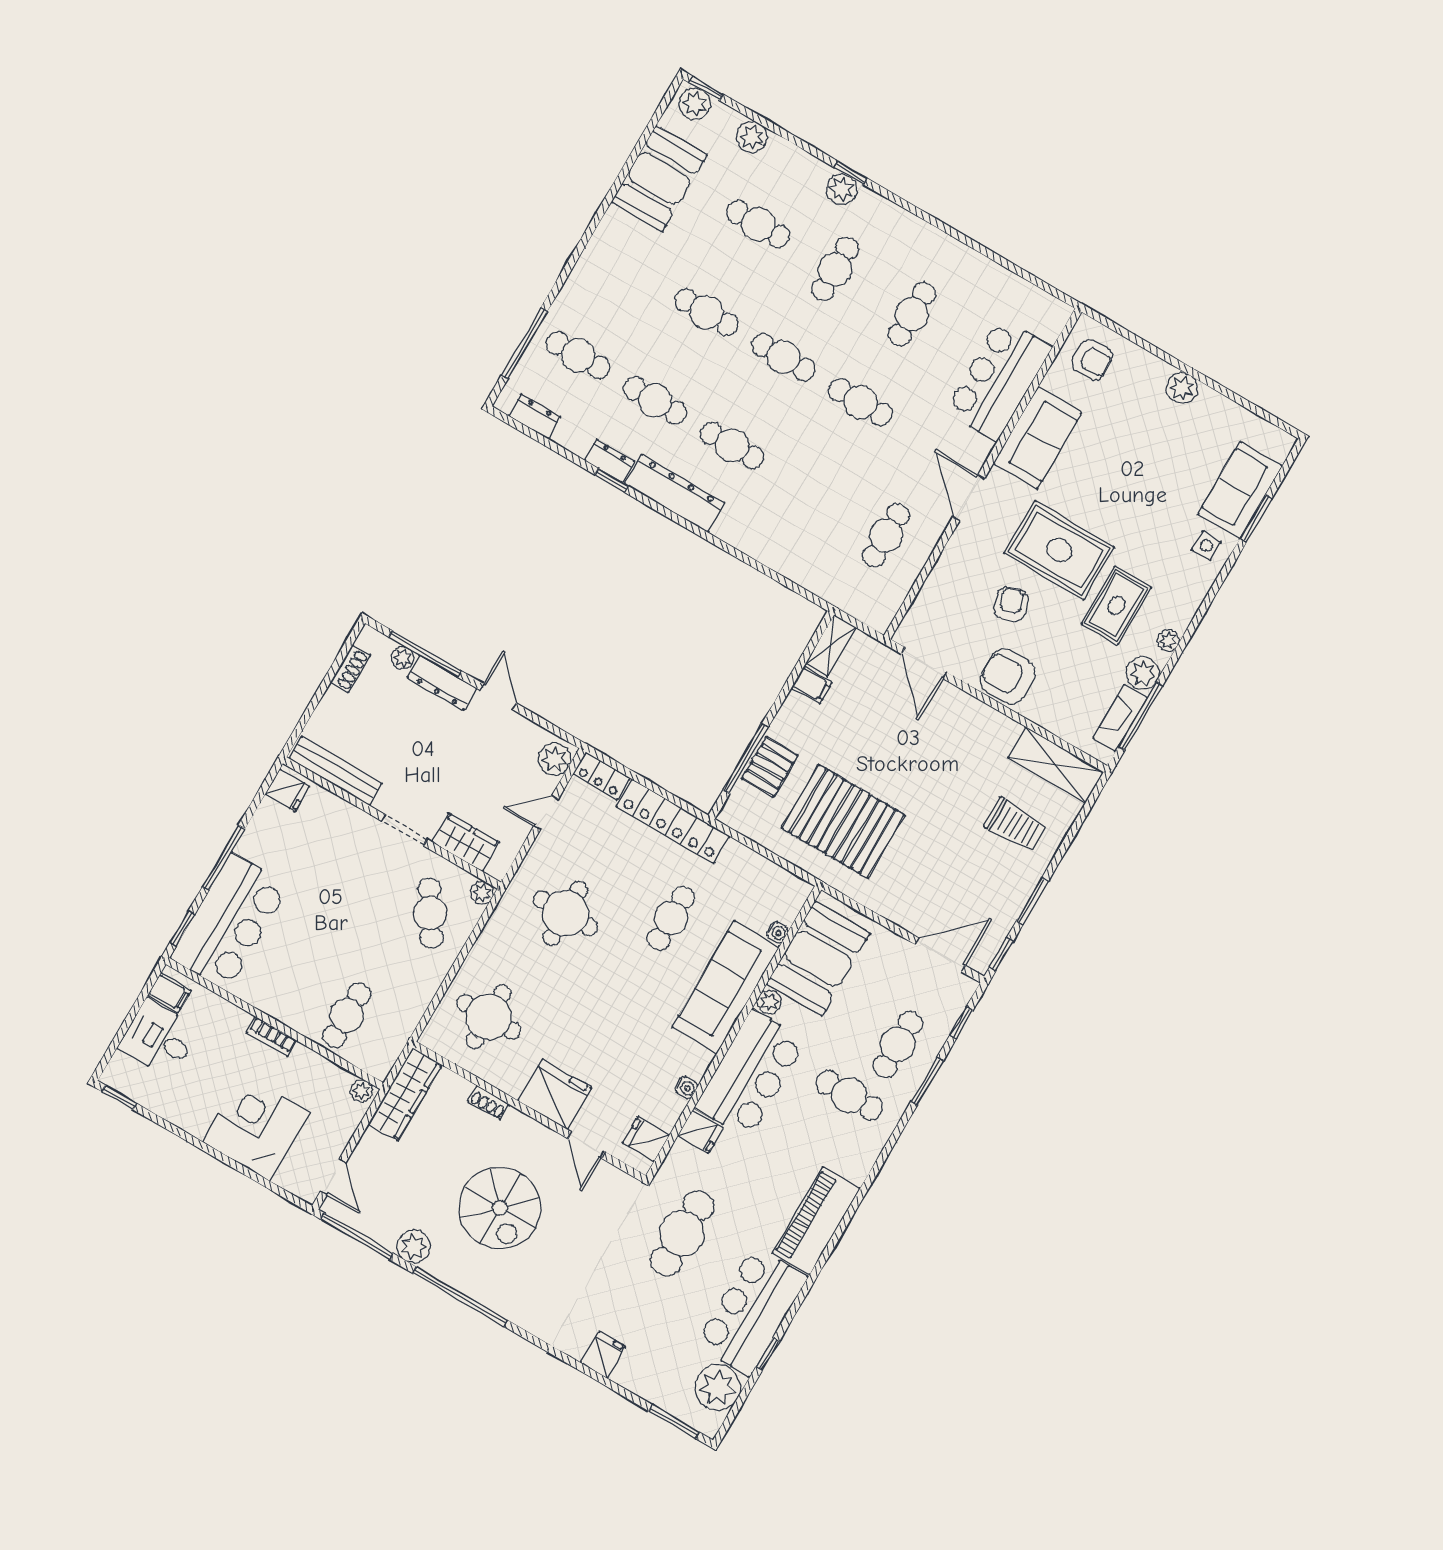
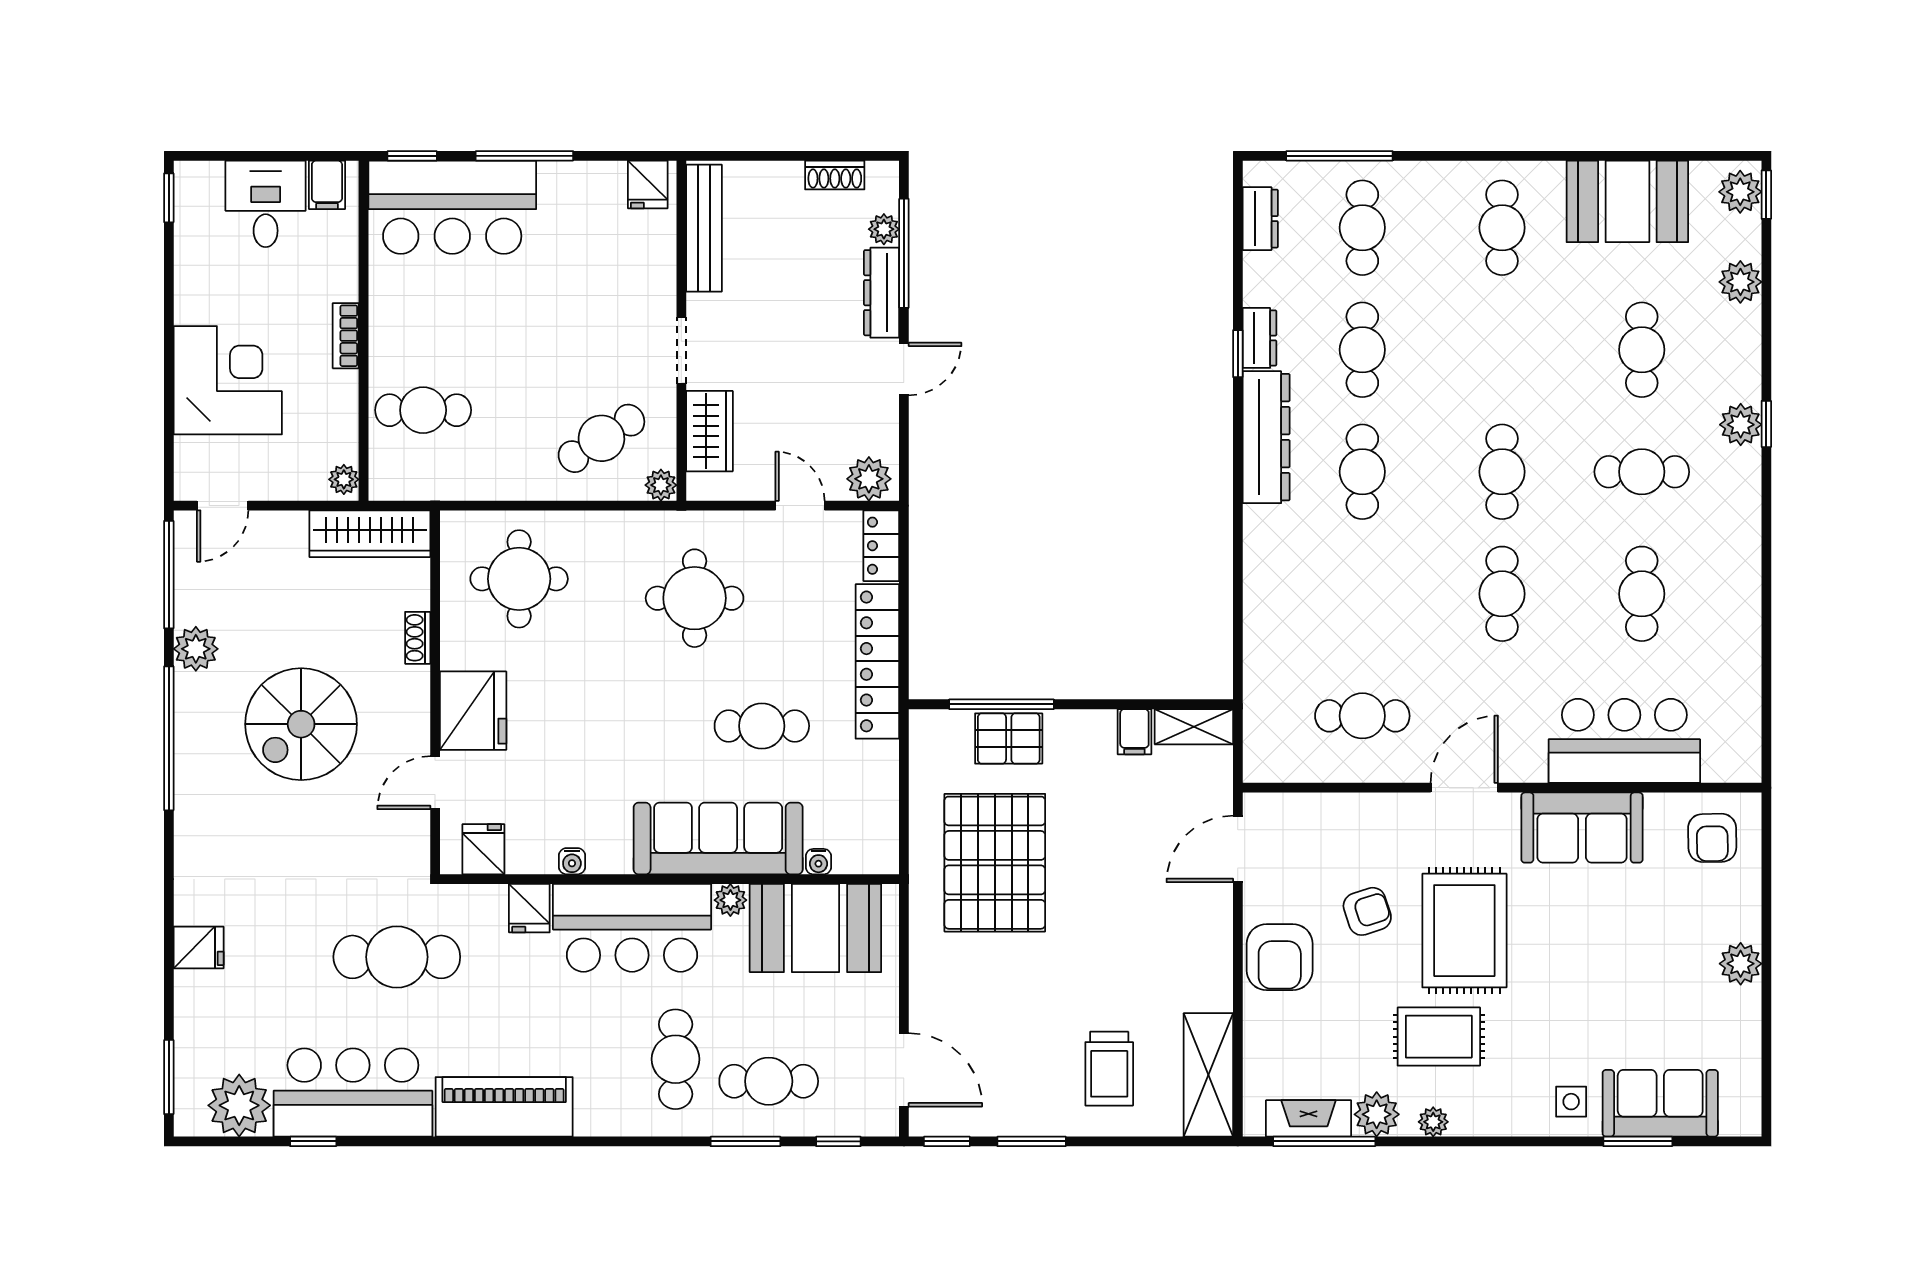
cafe table: (707, 312) -> (1502, 228), moved
cafe table: (912, 314) -> (1642, 594), turned 90
armchair: (1008, 676) -> (1280, 957), turned 180

